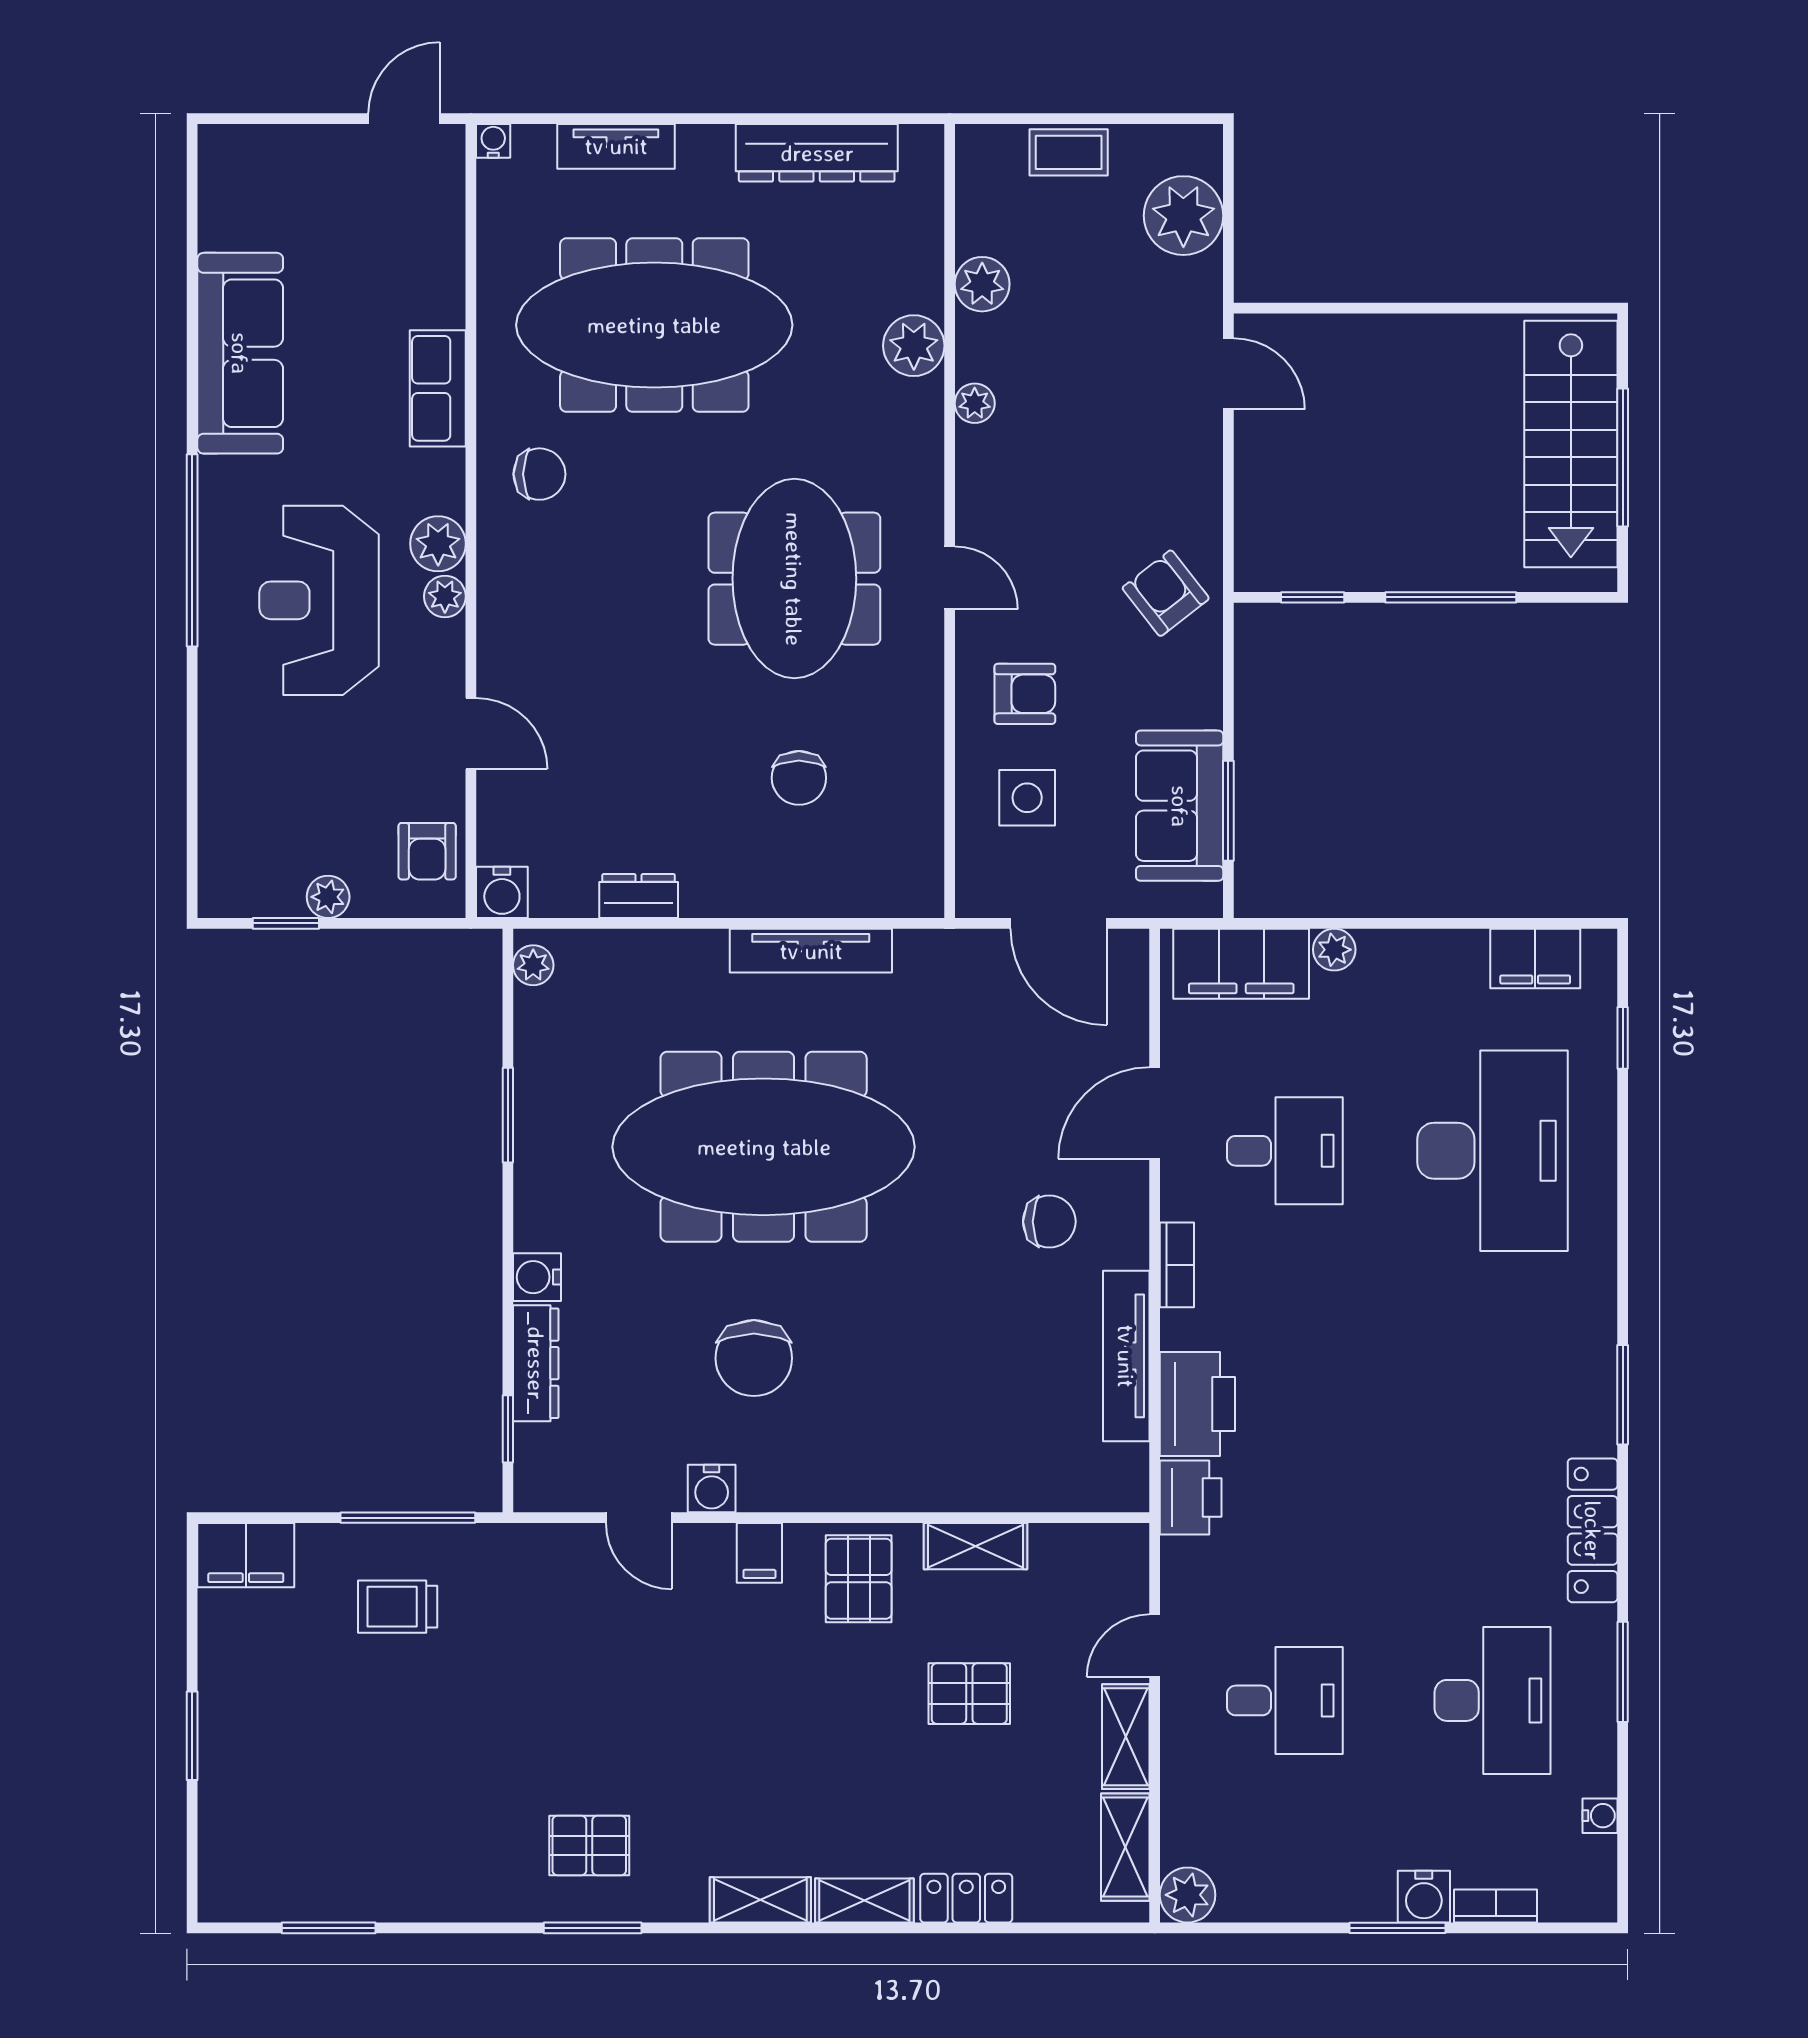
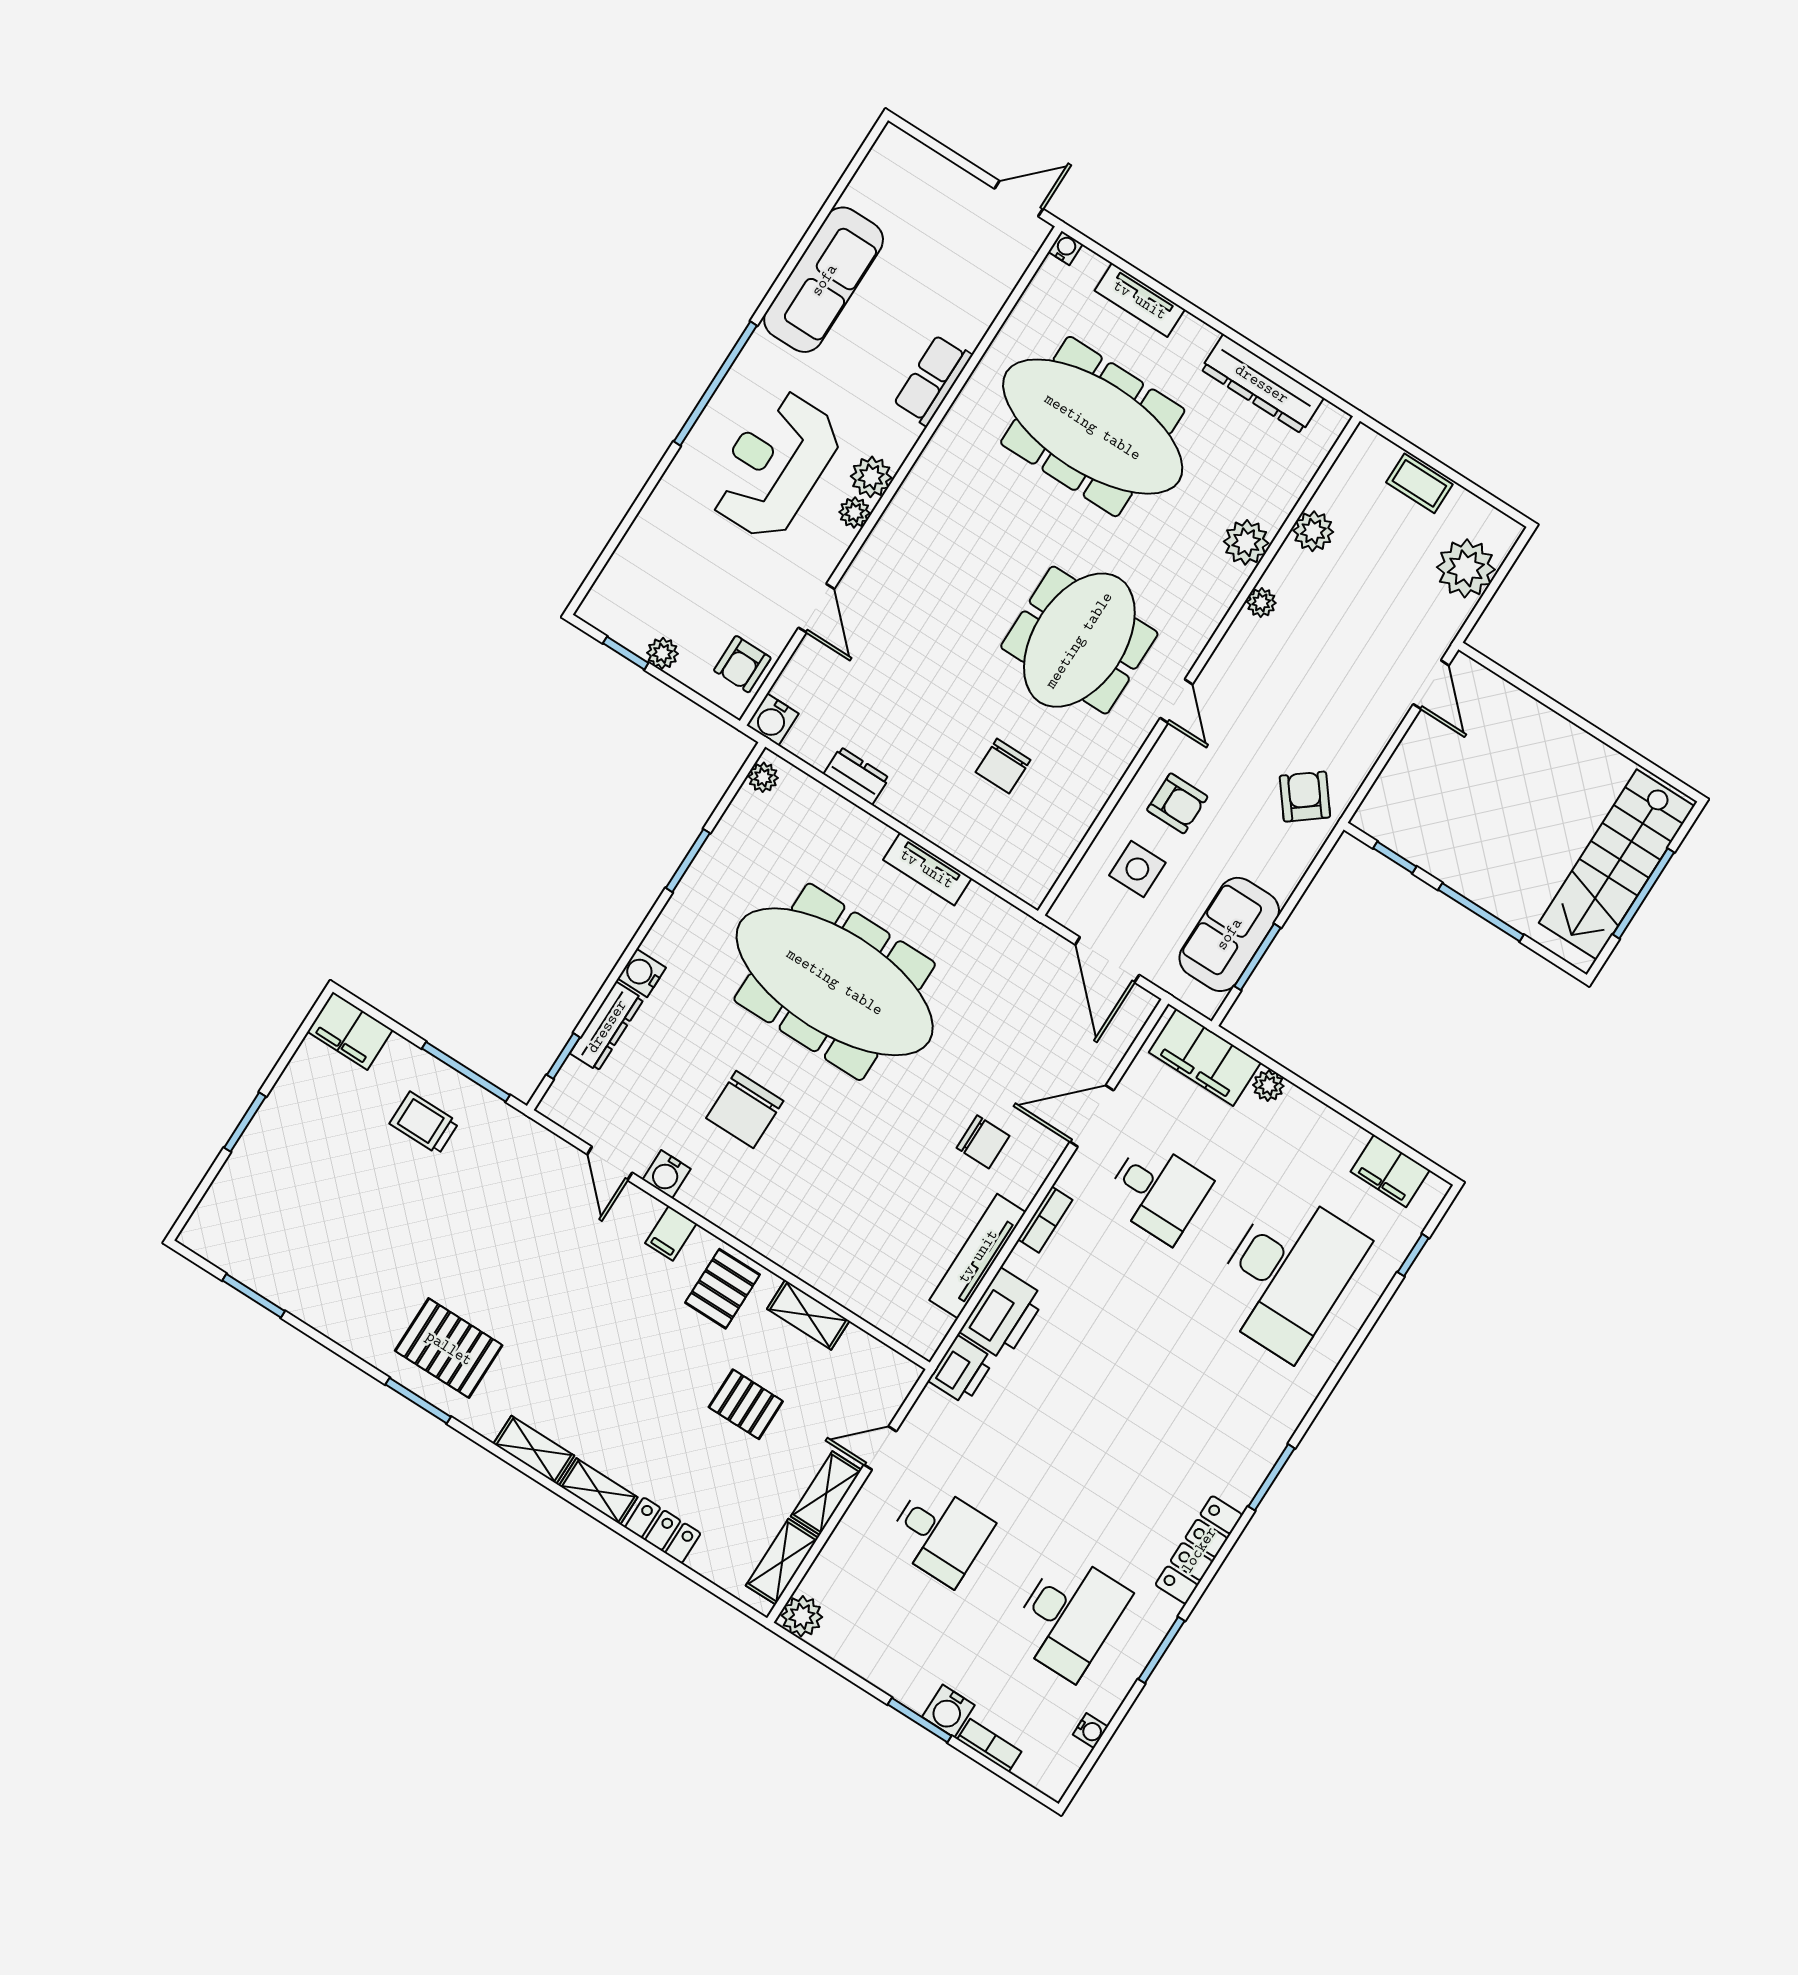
chair: (539, 474) -> (962, 474), removed
tv unit: (811, 951) -> (927, 869), width x0.71
pallet: (589, 1845) -> (449, 1348), width x1.50, depth x1.42

